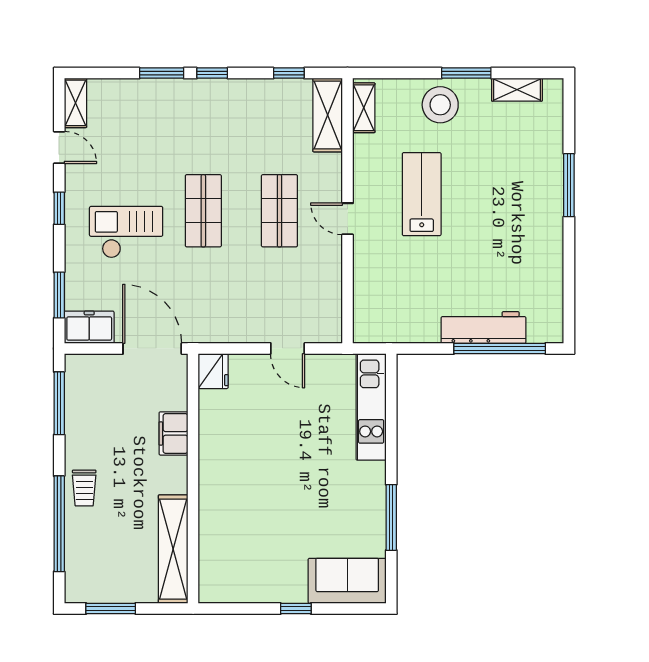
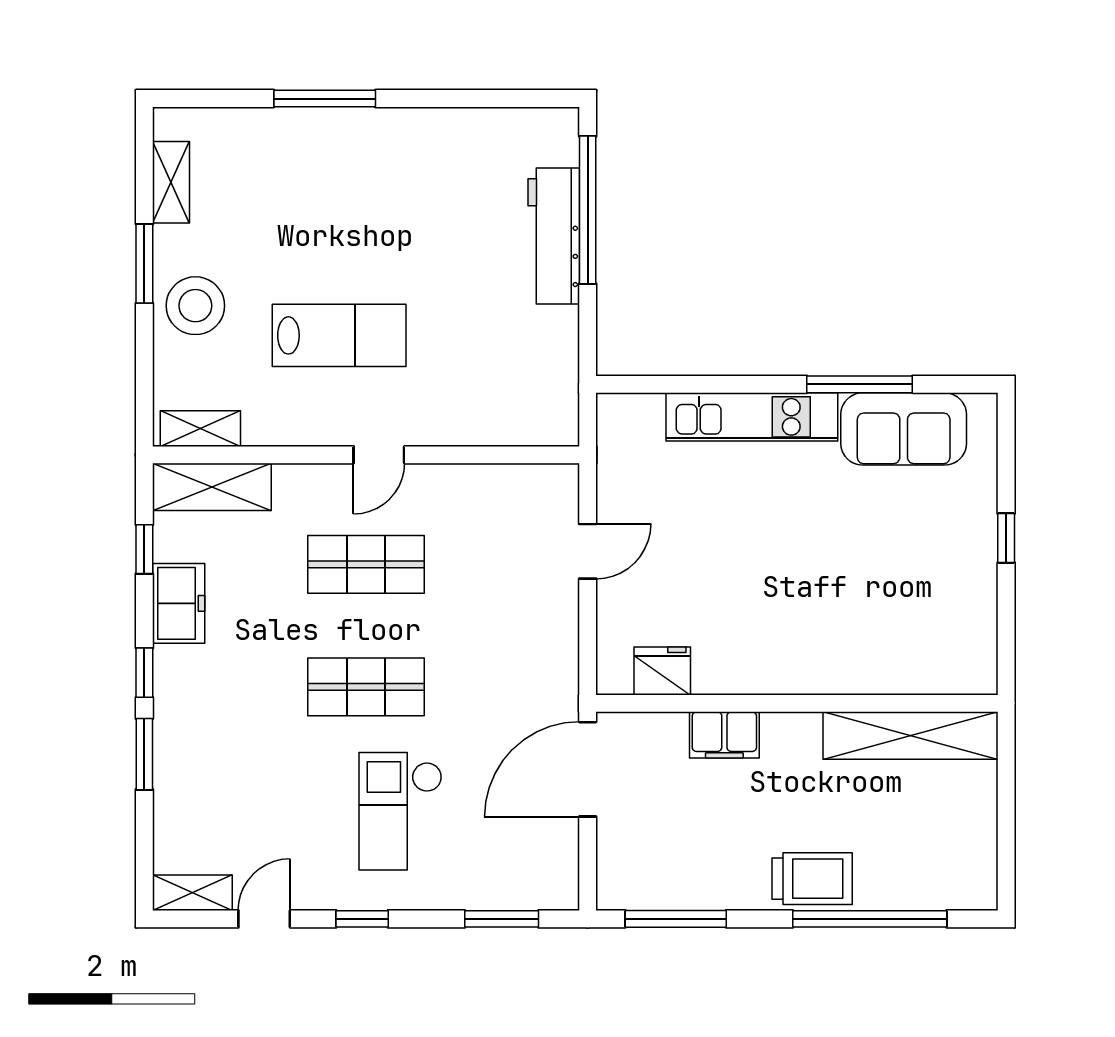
lab bench: (422, 194) -> (339, 335), turned 180
freezer: (89, 327) -> (179, 603), moved, turned 180
fridge: (213, 371) -> (662, 671), moved
kitchen unit: (371, 407) -> (752, 417), moved
trolley: (84, 488) -> (812, 879), width x1.36, depth x1.39
sofa: (347, 581) -> (904, 429), moved, turned -90
window: (111, 608) -> (1006, 836), removed

